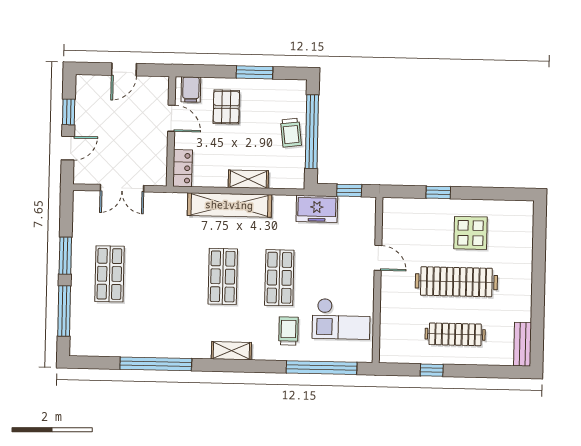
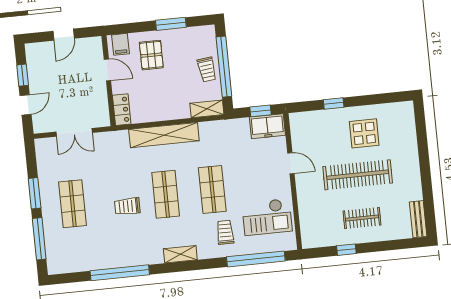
shelving: (248, 179) -> (207, 109), moved
freezer: (317, 209) -> (267, 126), moved
trolley: (175, 285) -> (127, 206), added
clothes rail: (455, 334) -> (362, 218), width x0.73

